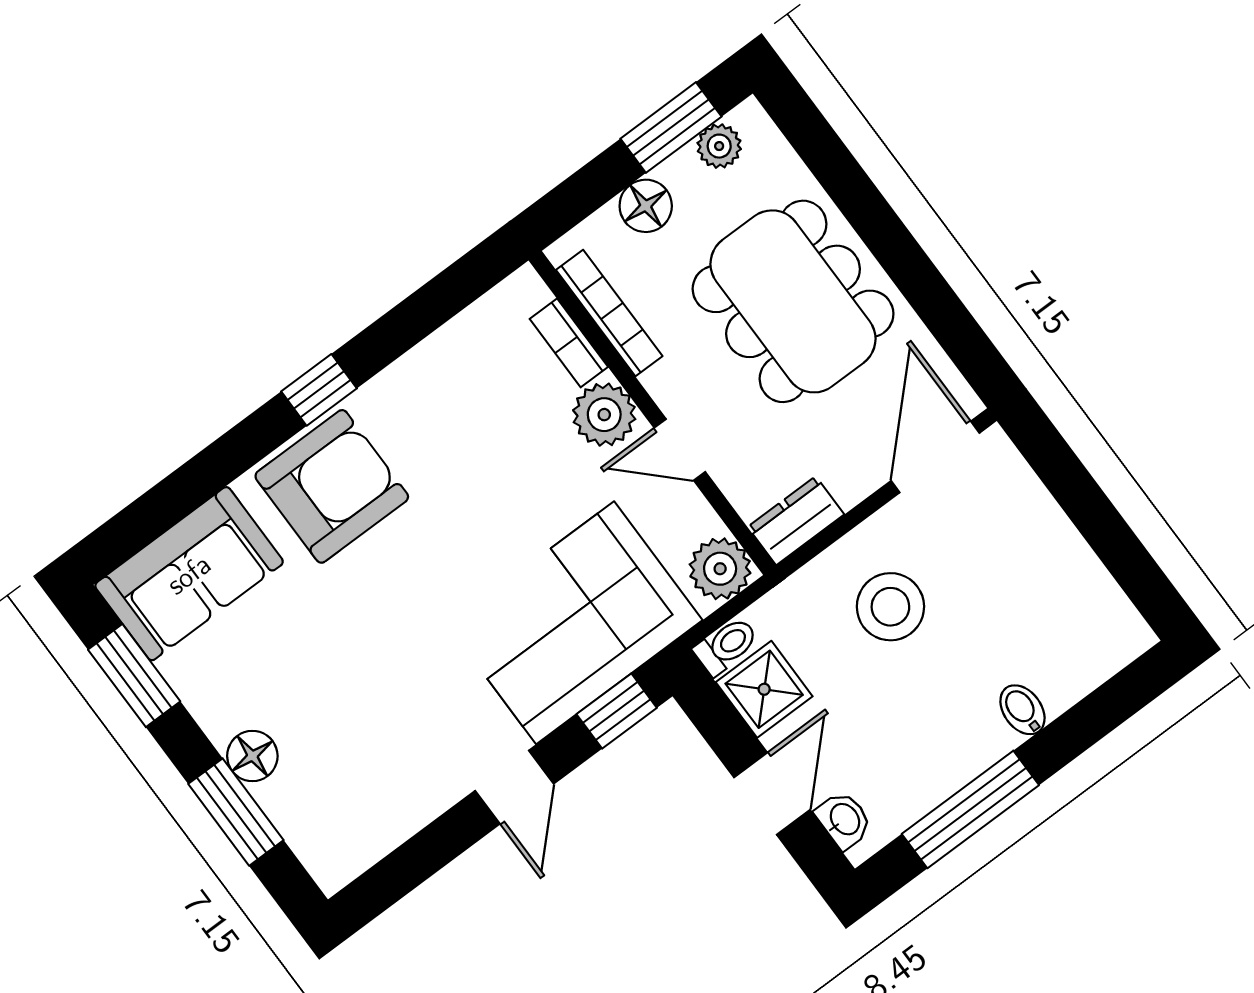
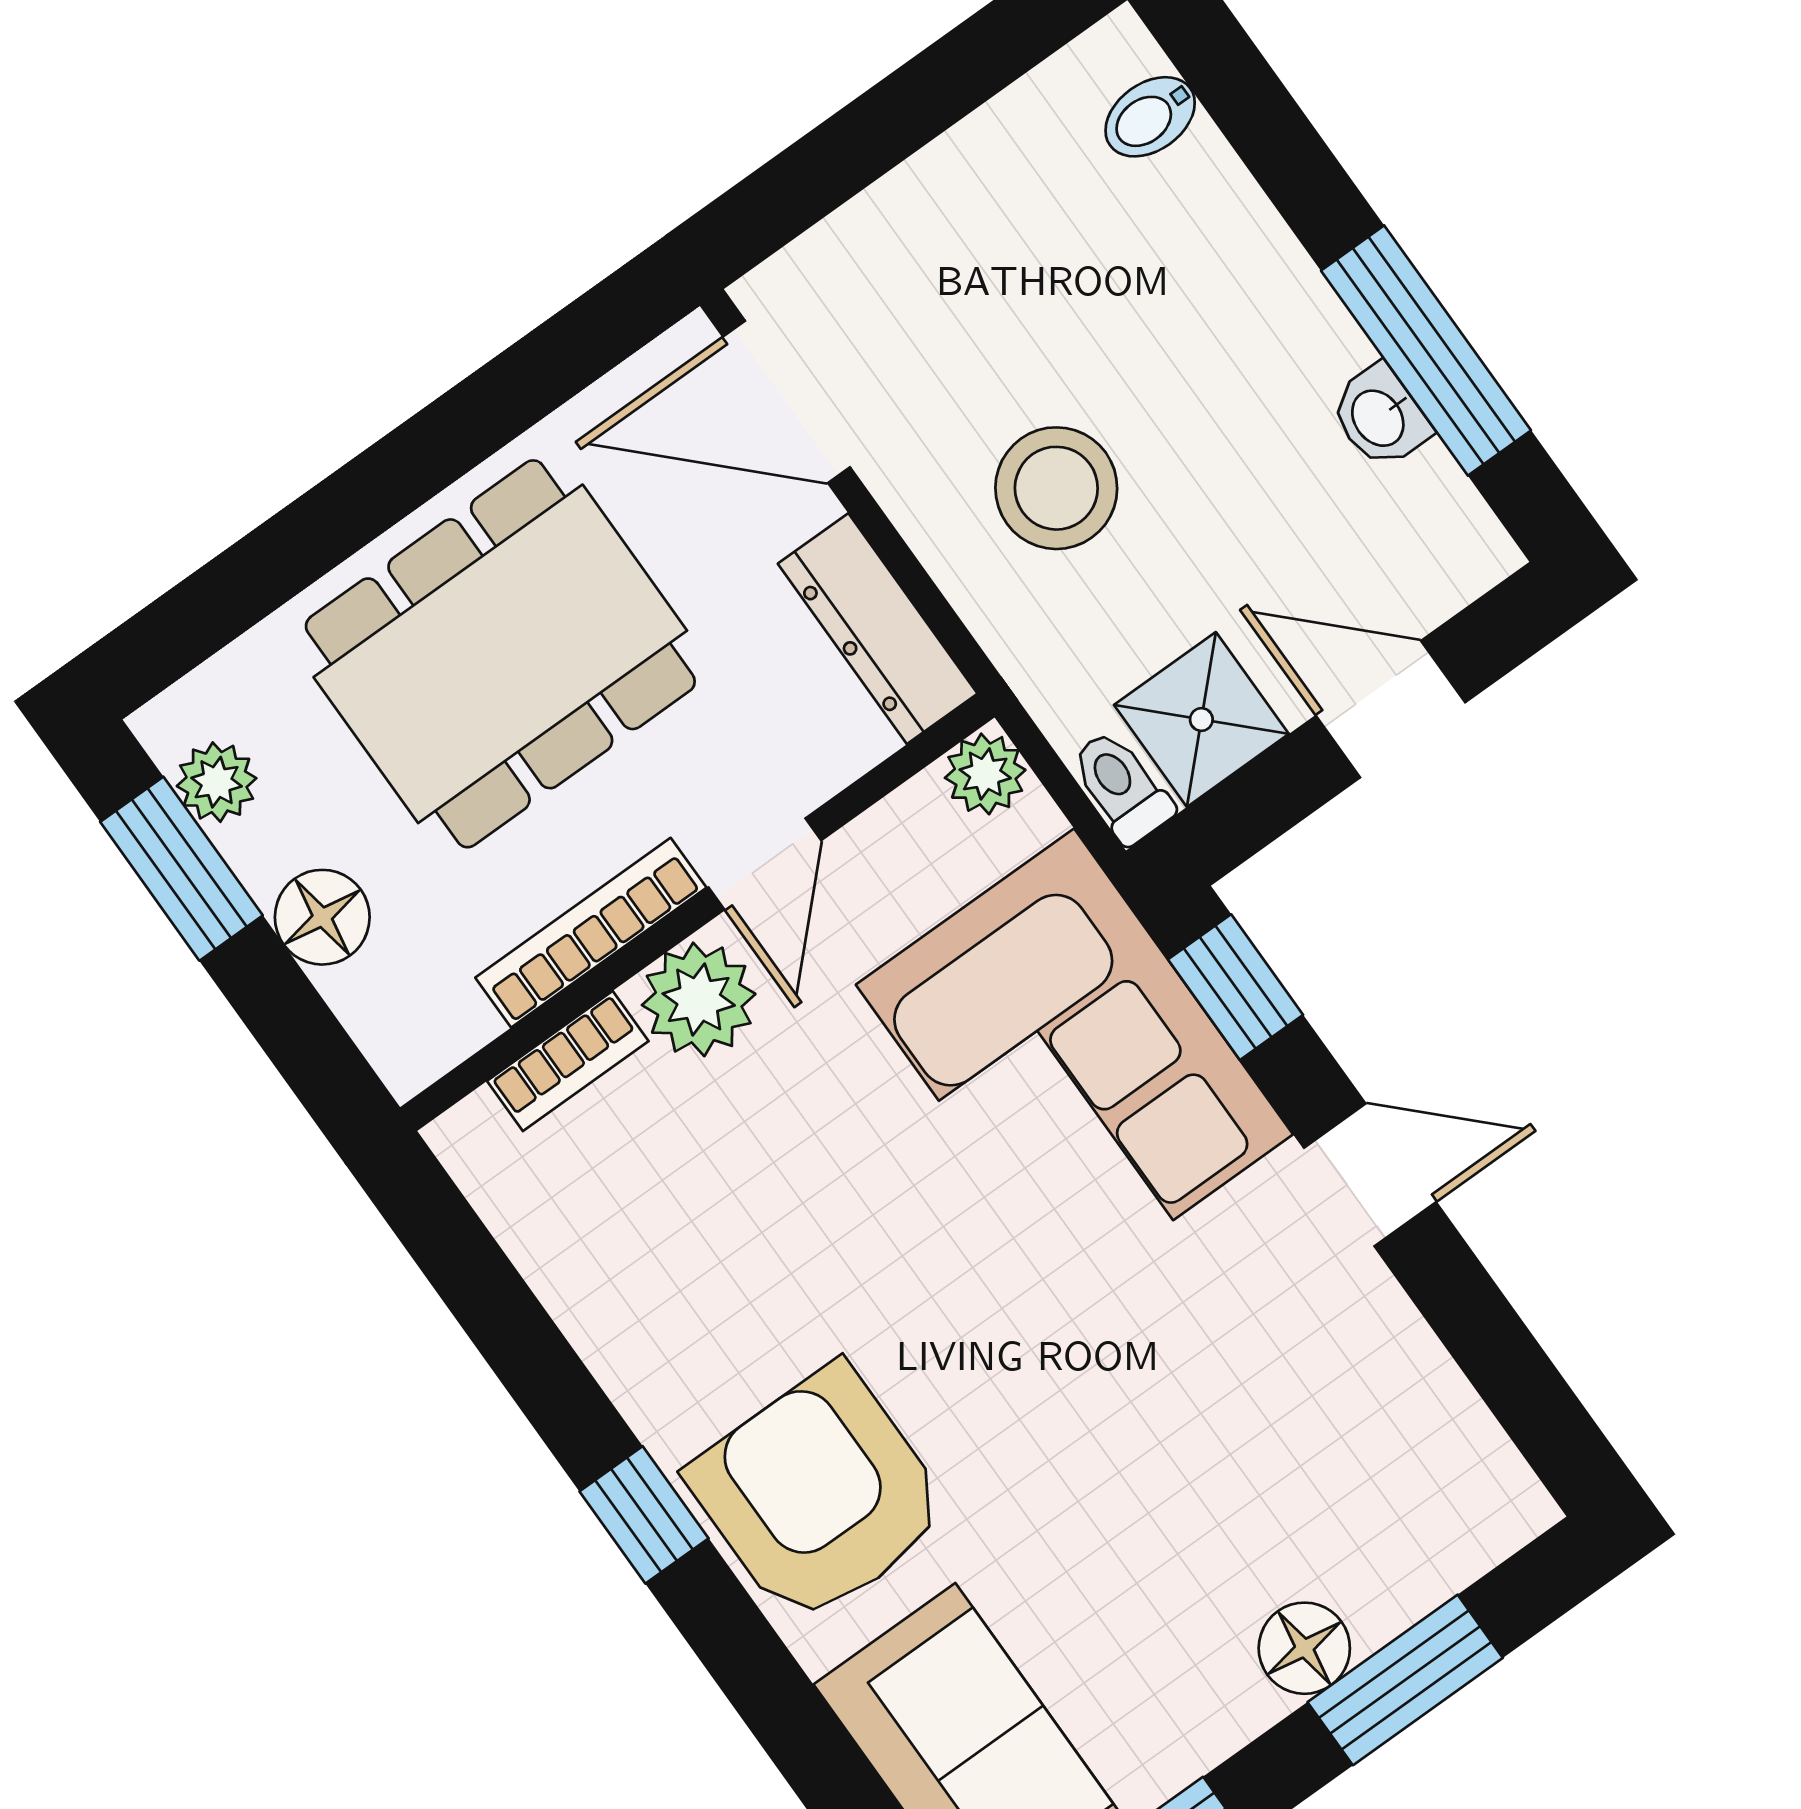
bookcase: (609, 313) -> (591, 933), moved
dresser: (796, 521) -> (878, 629), width x1.44
plant: (720, 569) -> (985, 774), width x0.73, depth x0.73
bidet: (1022, 710) -> (1150, 117), moved
washbasin: (844, 820) -> (1380, 417), moved, turned -90

